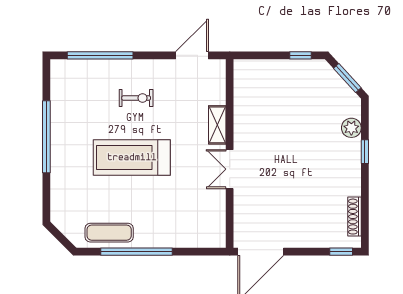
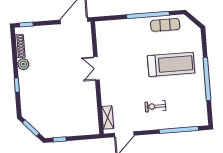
shelving: (217, 125) -> (108, 117), moved
plant: (351, 128) -> (23, 64), moved
treadmill: (132, 158) -> (171, 64), moved
double door: (230, 169) -> (96, 68), swing flipped

